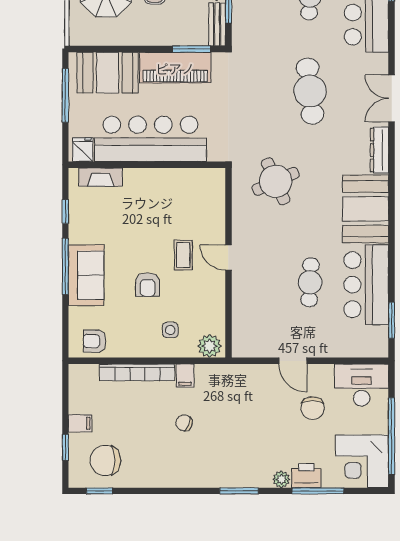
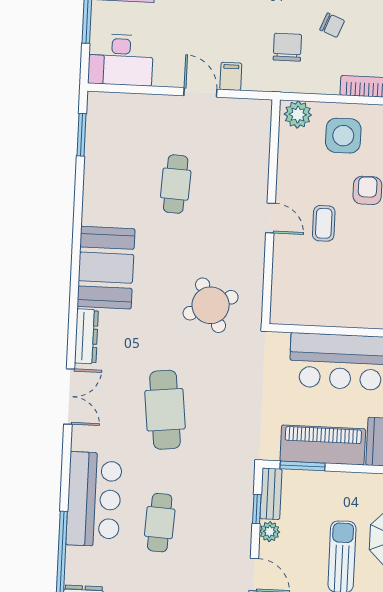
bar counter: (366, 285) -> (109, 178), removed
side table: (170, 330) -> (343, 136), width x1.87, depth x1.87
filing cabinet: (185, 376) -> (231, 76), moved
chair: (313, 408) -> (287, 47), moved

